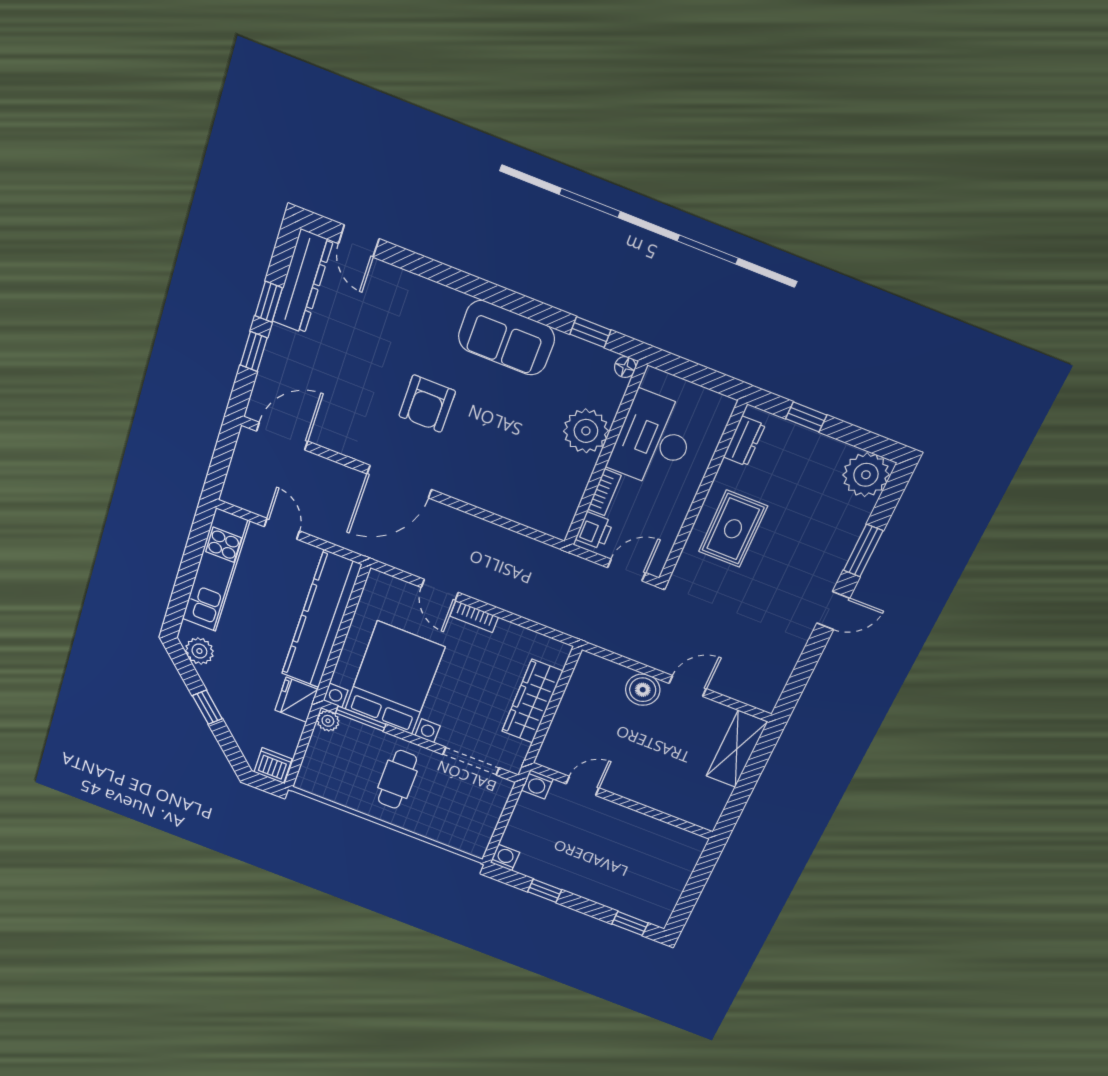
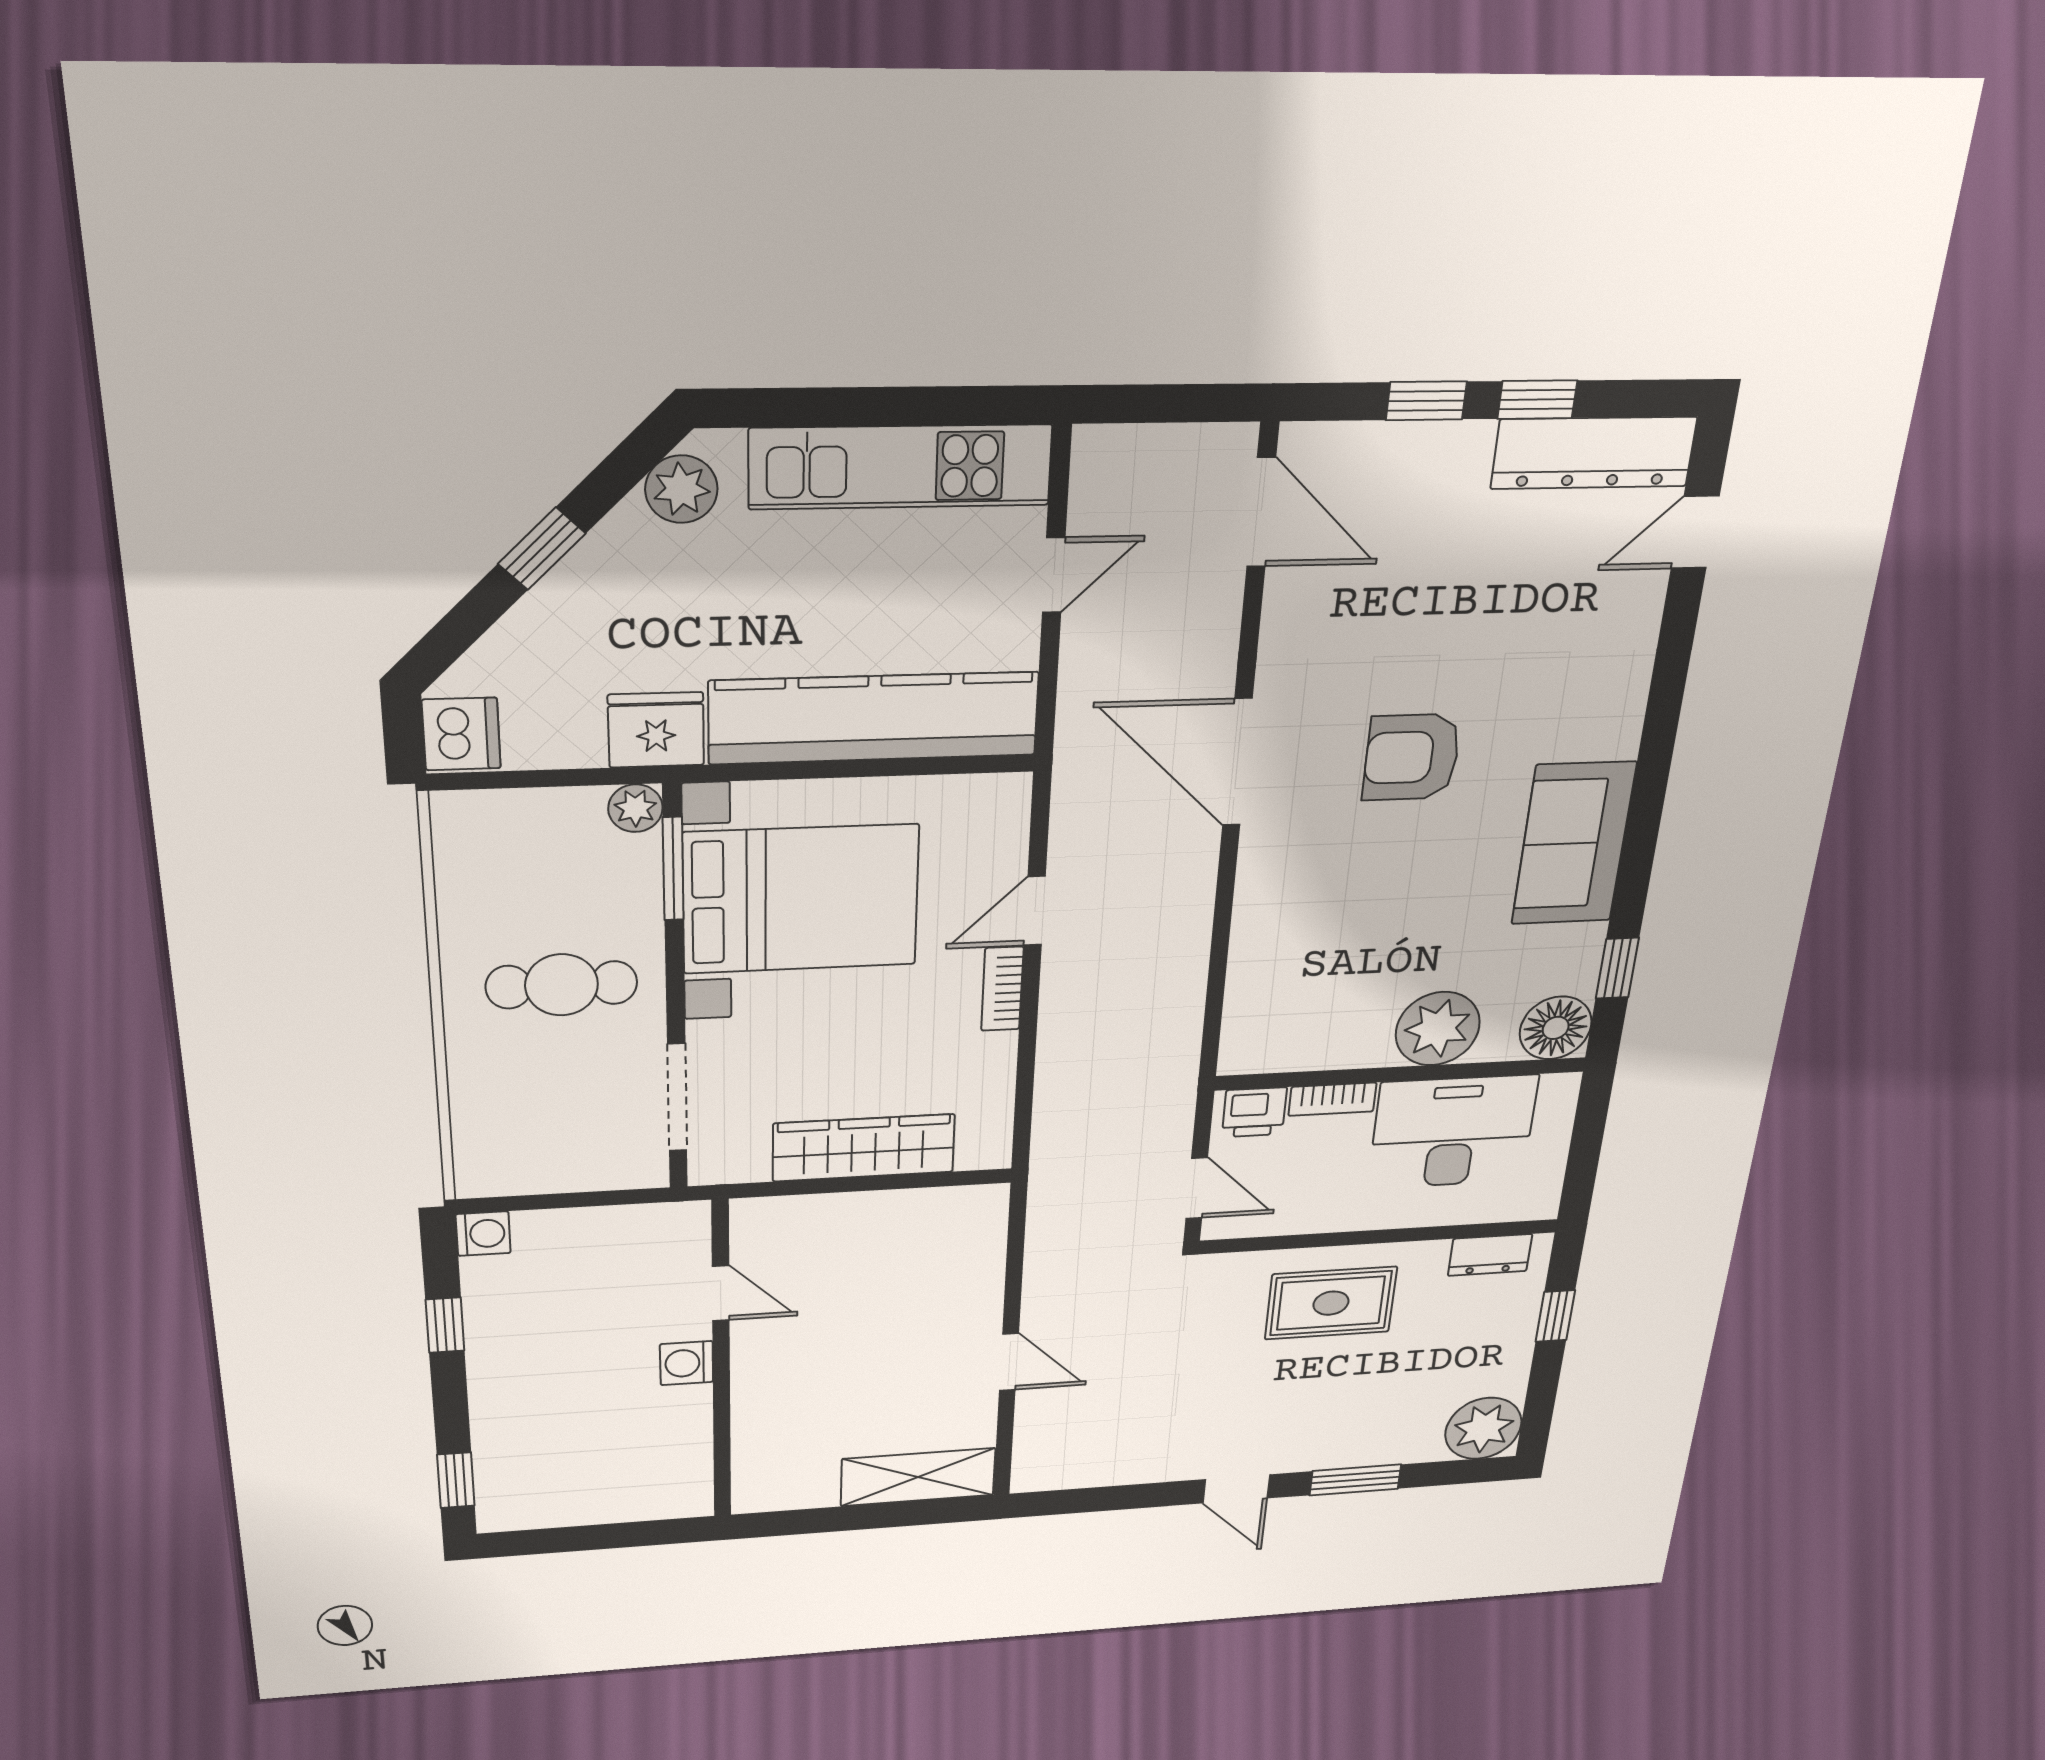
floor lamp: (625, 367) -> (1556, 1028), width x1.89, depth x1.89
boiler: (643, 690) -> (971, 1303), removed
washing machine: (537, 784) -> (687, 1363), moved

